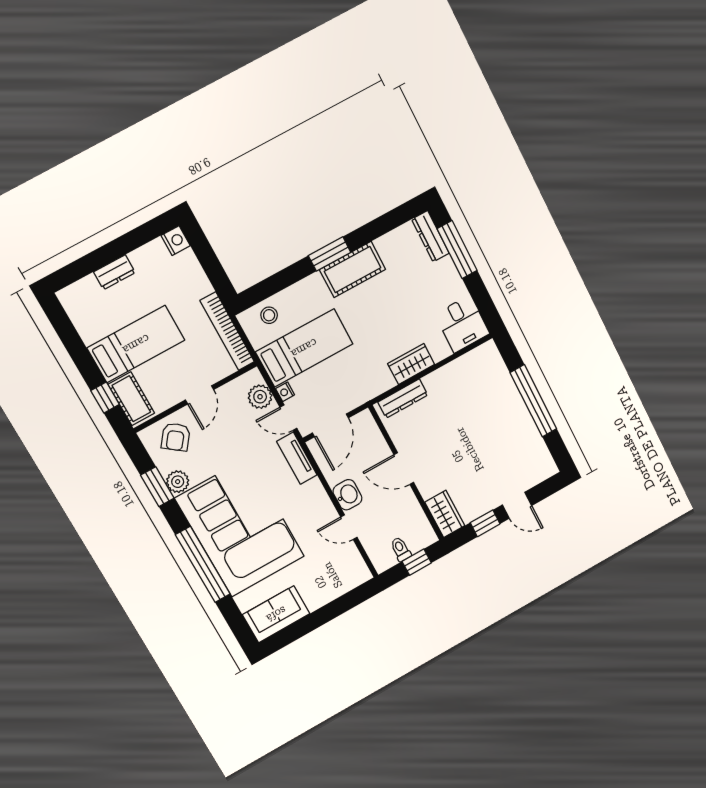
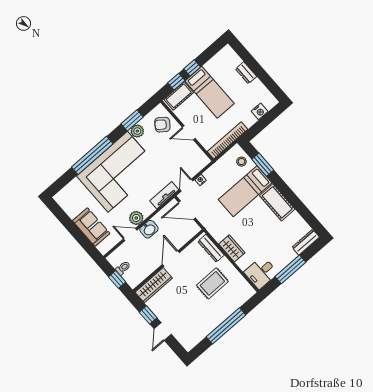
nightstand: (176, 241) -> (260, 111), moved
window: (457, 250) -> (290, 269), moved
window: (330, 254) -> (263, 165), moved
bed: (304, 348) -> (245, 191), moved, turned 90
window: (86, 365) -> (192, 68), added
plant: (260, 397) -> (136, 218), moved
rug: (460, 409) -> (212, 283), added
wardrobe: (445, 514) -> (154, 285), width x1.50
door: (349, 527) -> (130, 234), hinge flipped
sofa: (276, 614) -> (91, 227), moved

